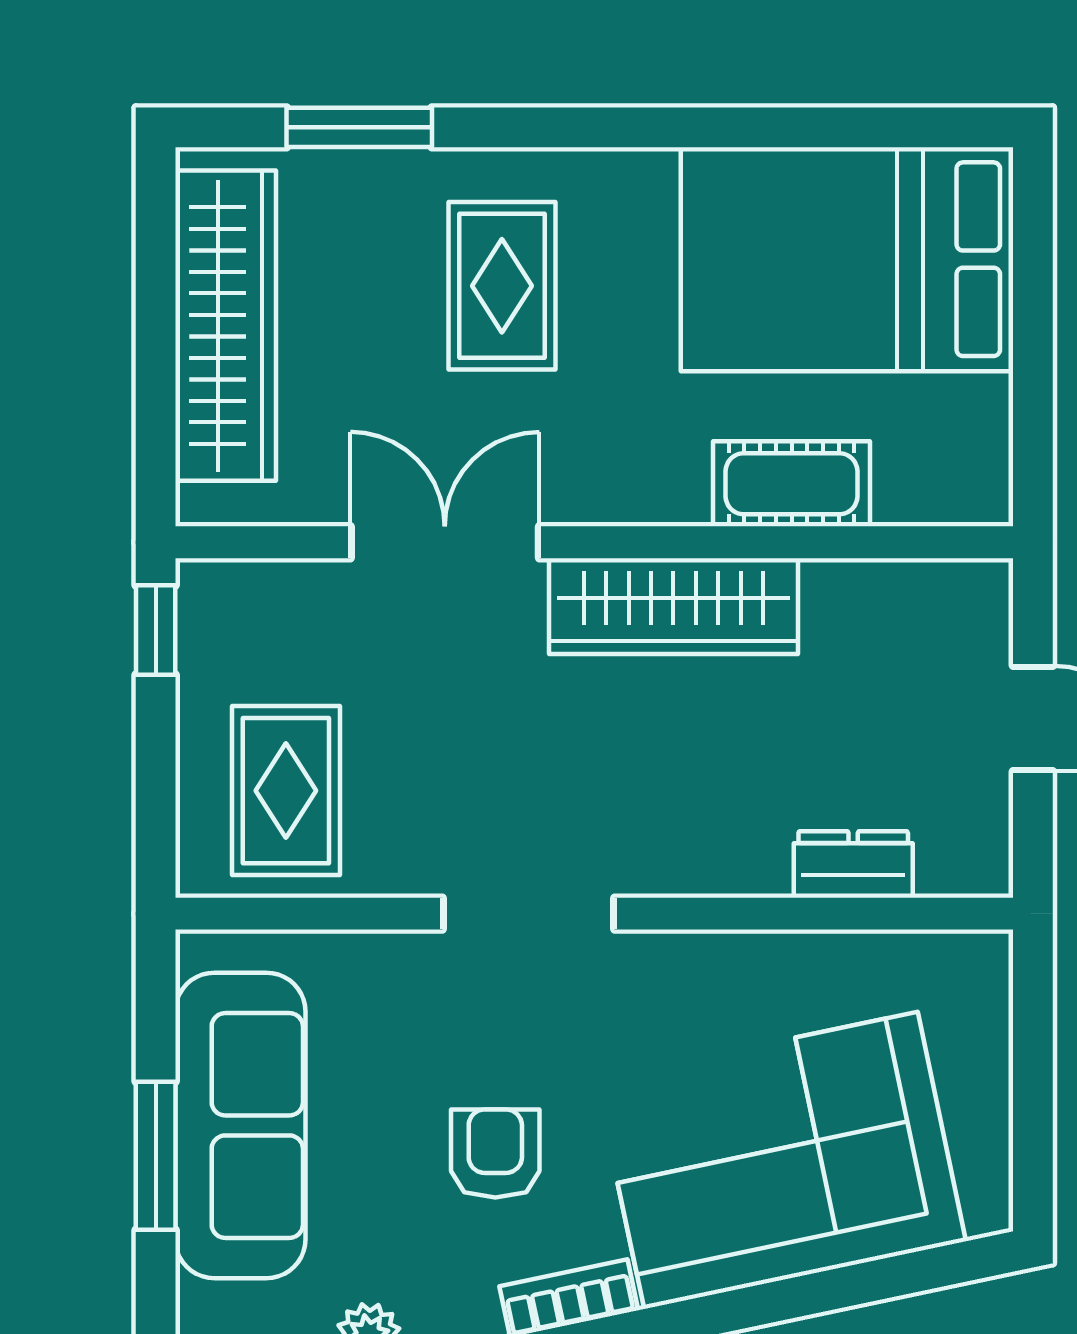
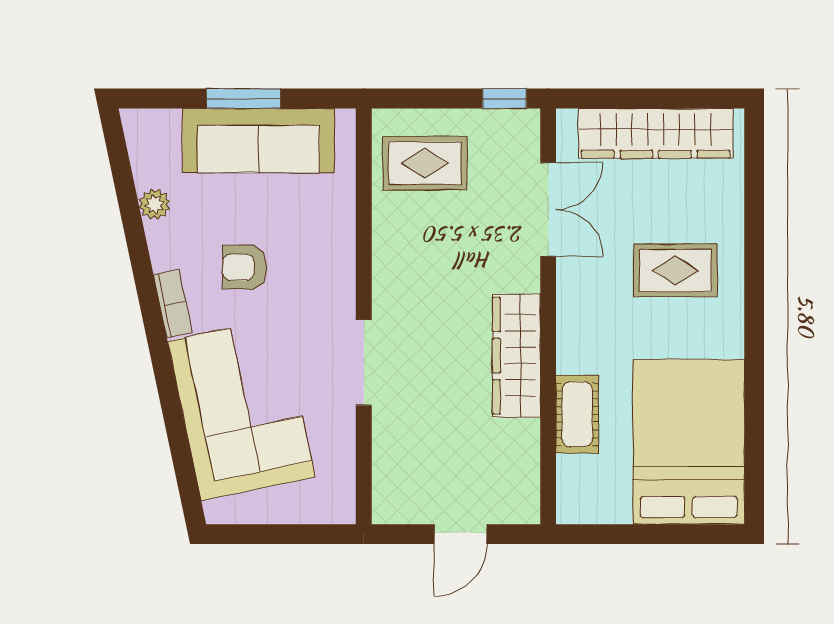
window: (359, 127) -> (754, 200), removed
double door: (445, 542) -> (548, 209), moved
dresser: (853, 864) -> (388, 445), removed
doorway: (529, 914) -> (364, 363), moved
armchair: (495, 1154) -> (245, 267), turned 180

